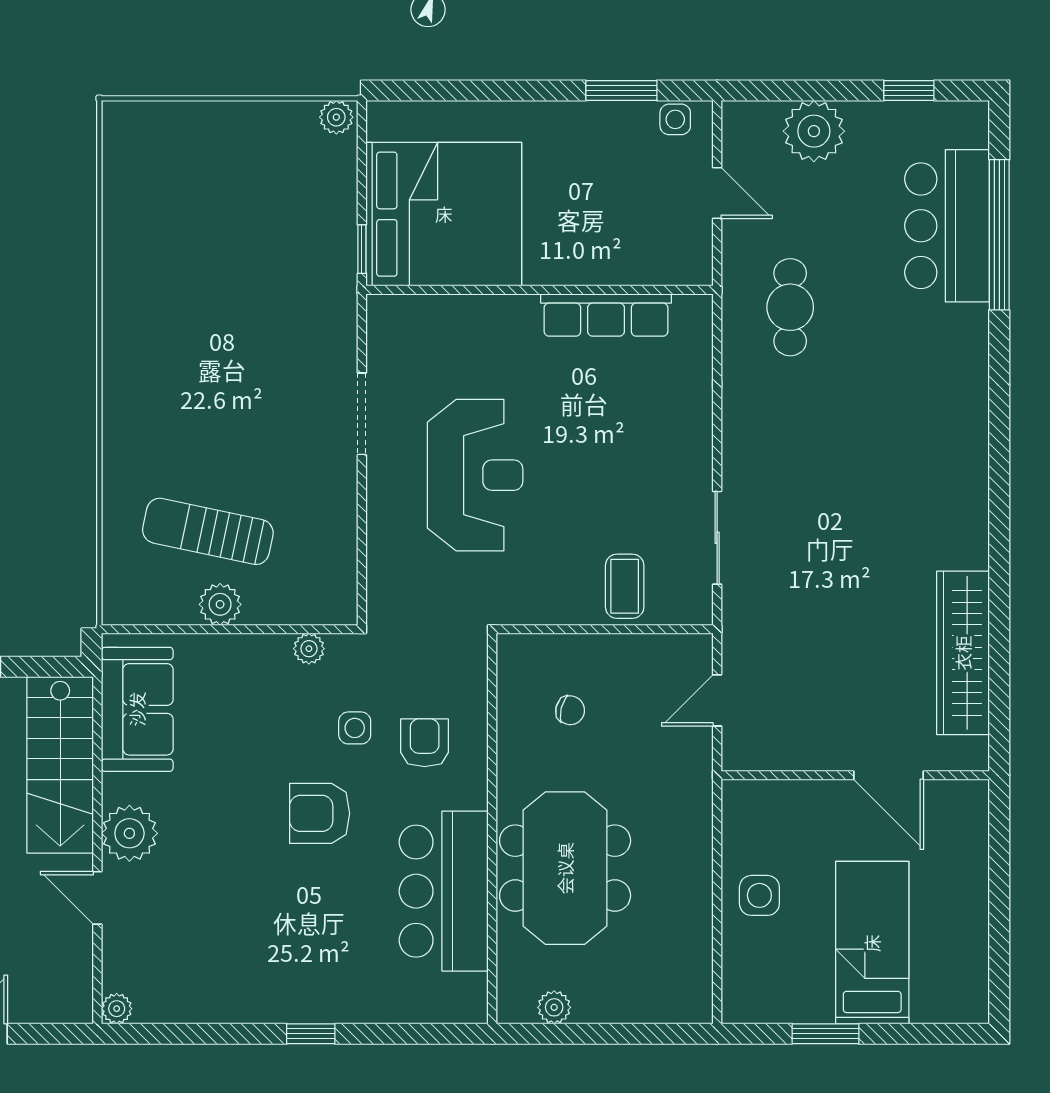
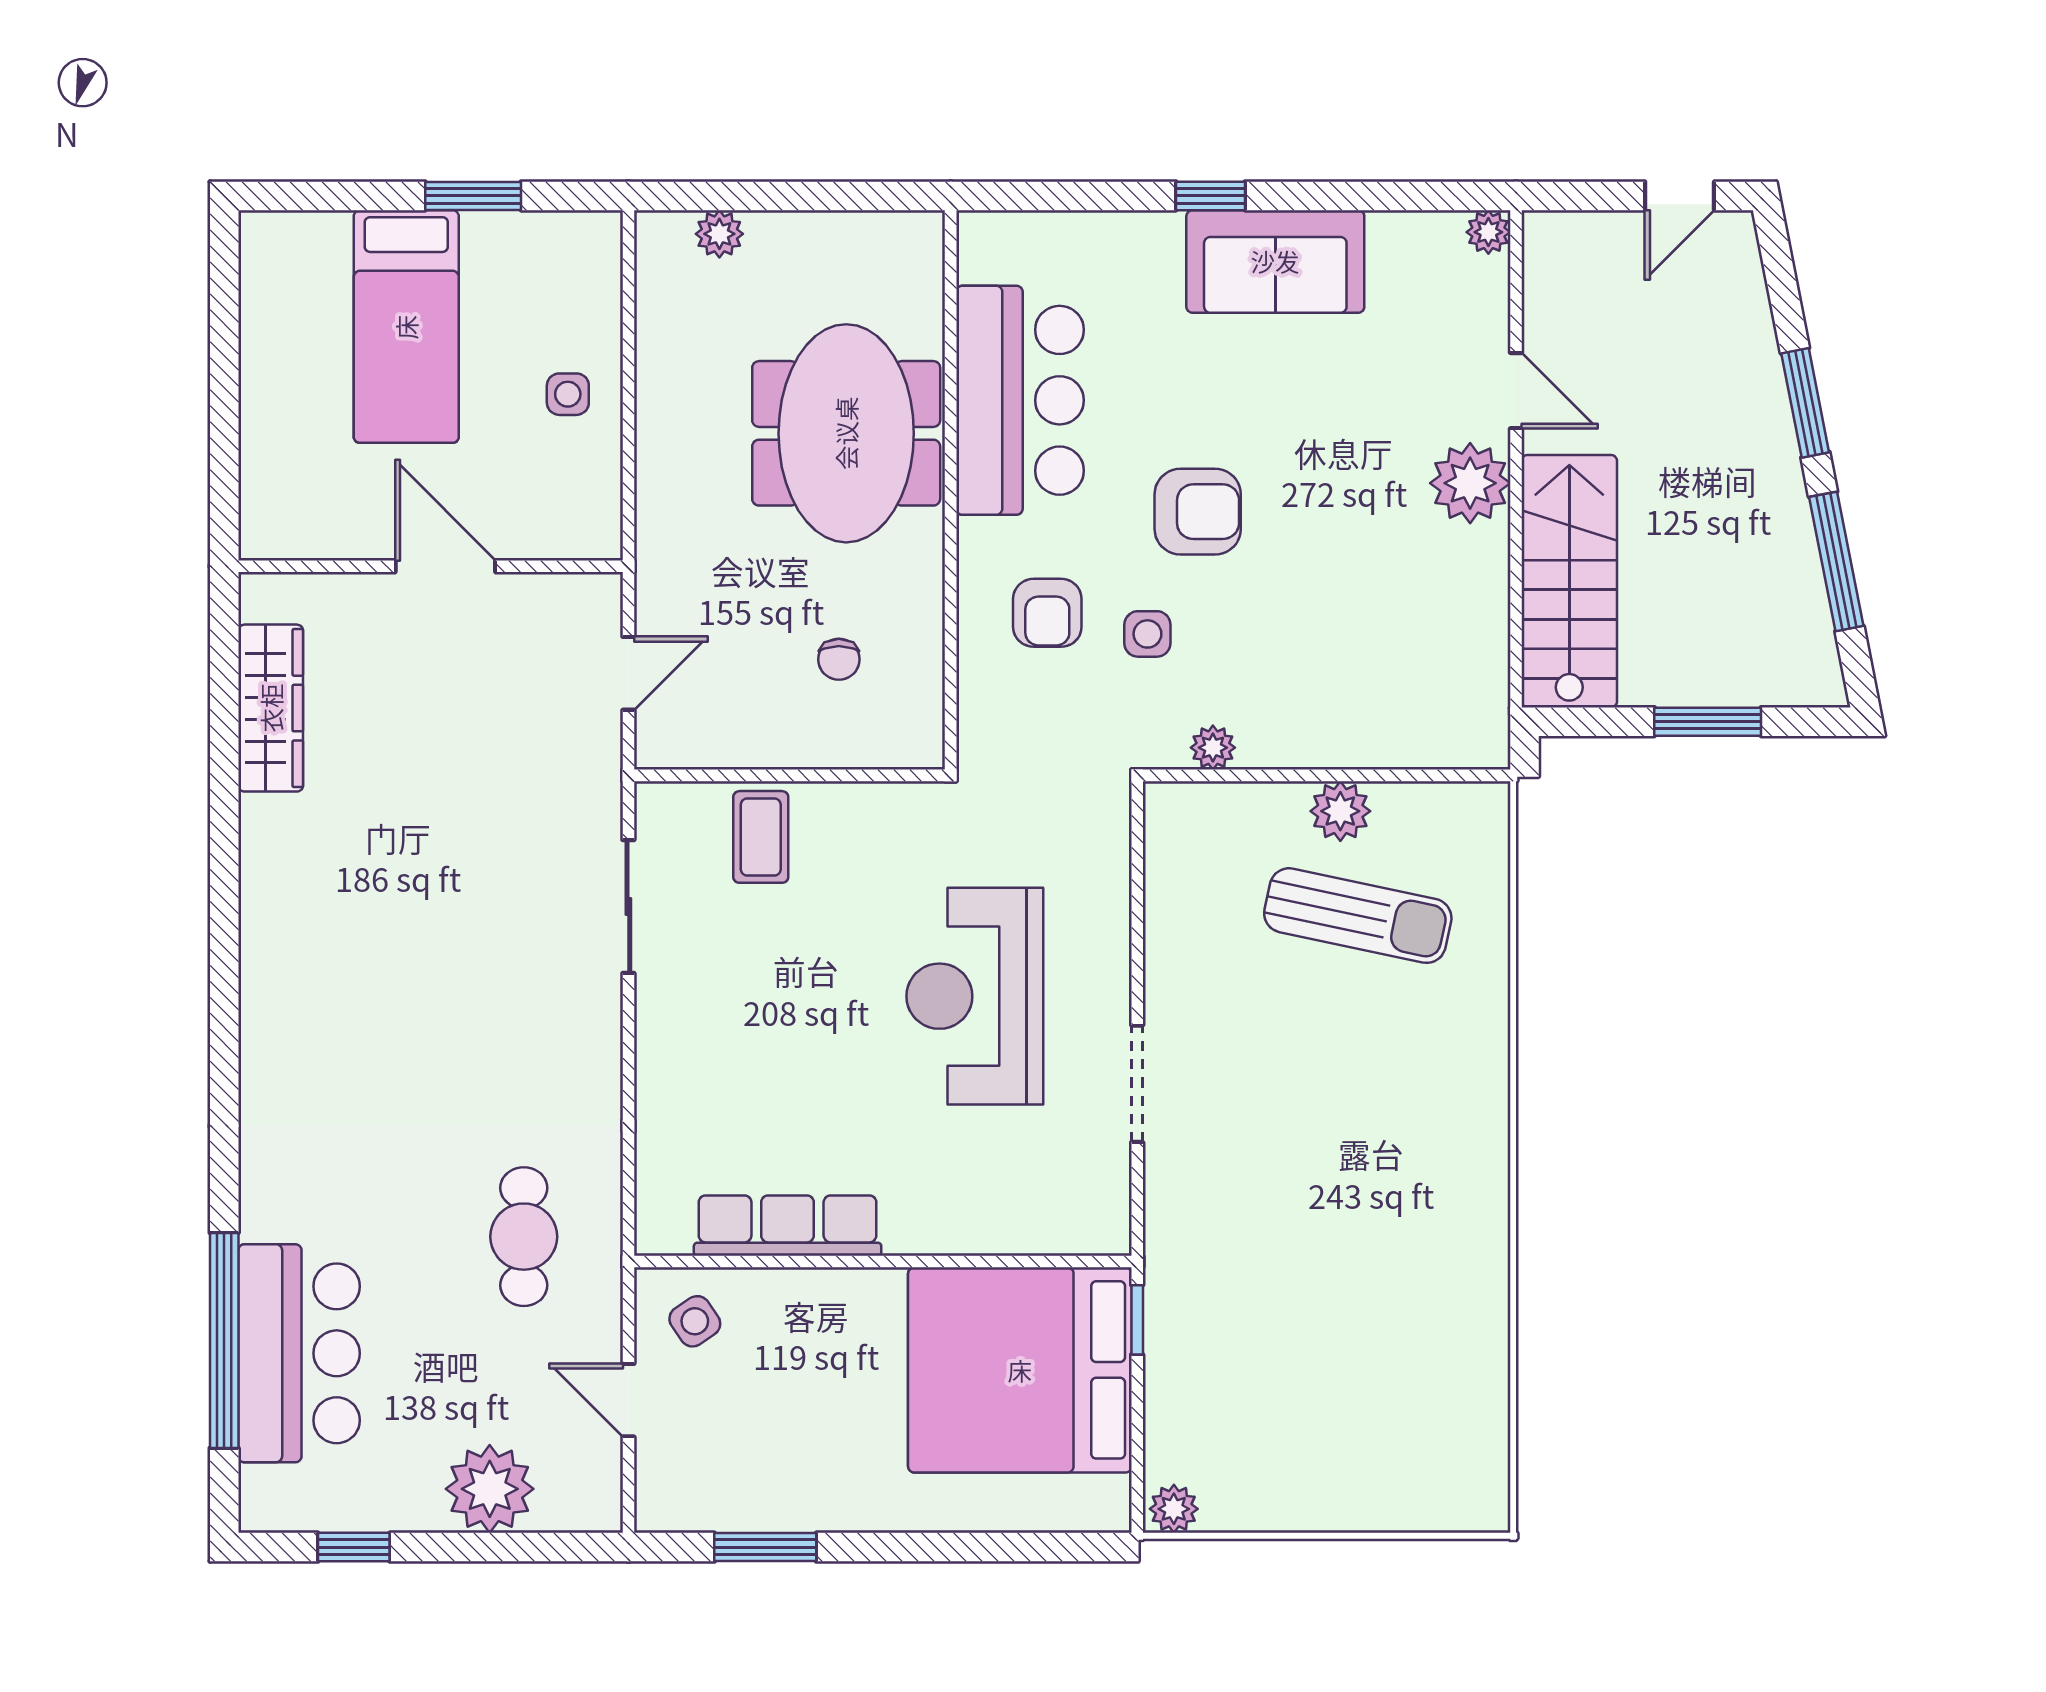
side table: (675, 119) -> (695, 1321), moved, turned -34
wardrobe: (963, 653) -> (271, 708), width x0.71, depth x0.85
sofa: (137, 709) -> (1275, 261), moved, turned -90
chair: (570, 710) -> (839, 659), turned -104
door: (888, 775) -> (445, 566), moved
side table: (759, 895) -> (568, 394), width x0.73, depth x0.73
plant: (554, 1007) -> (719, 234), moved

